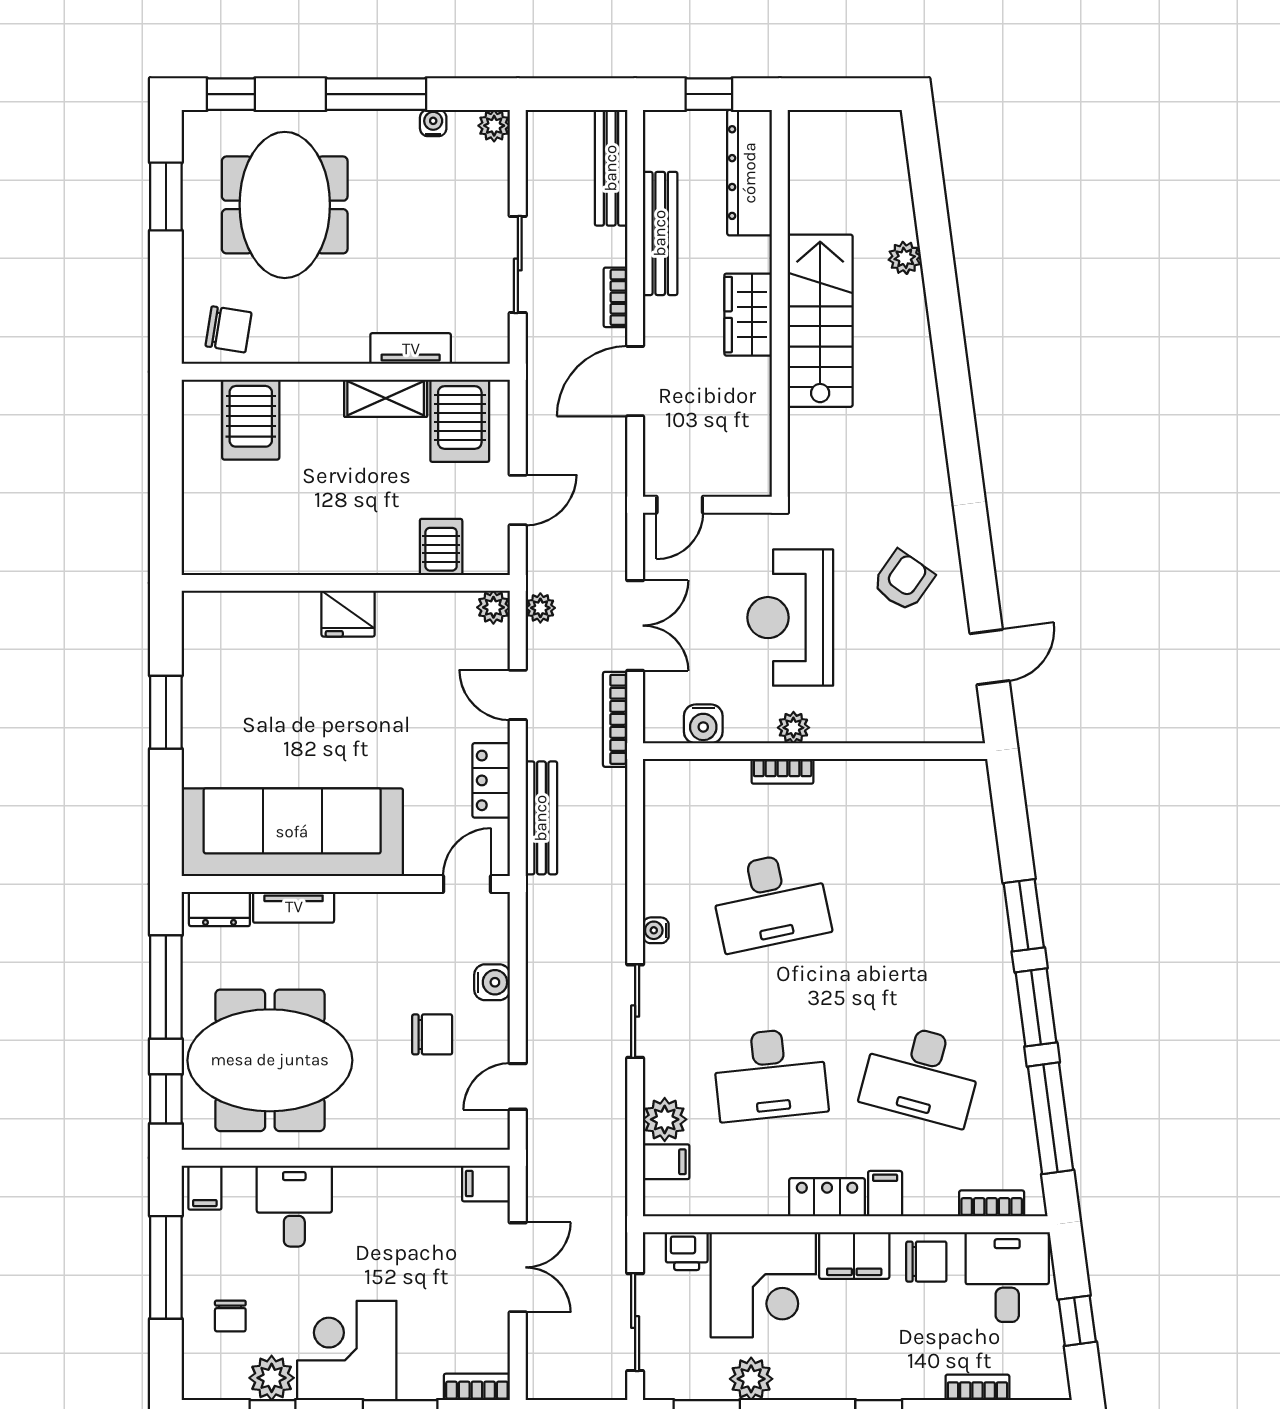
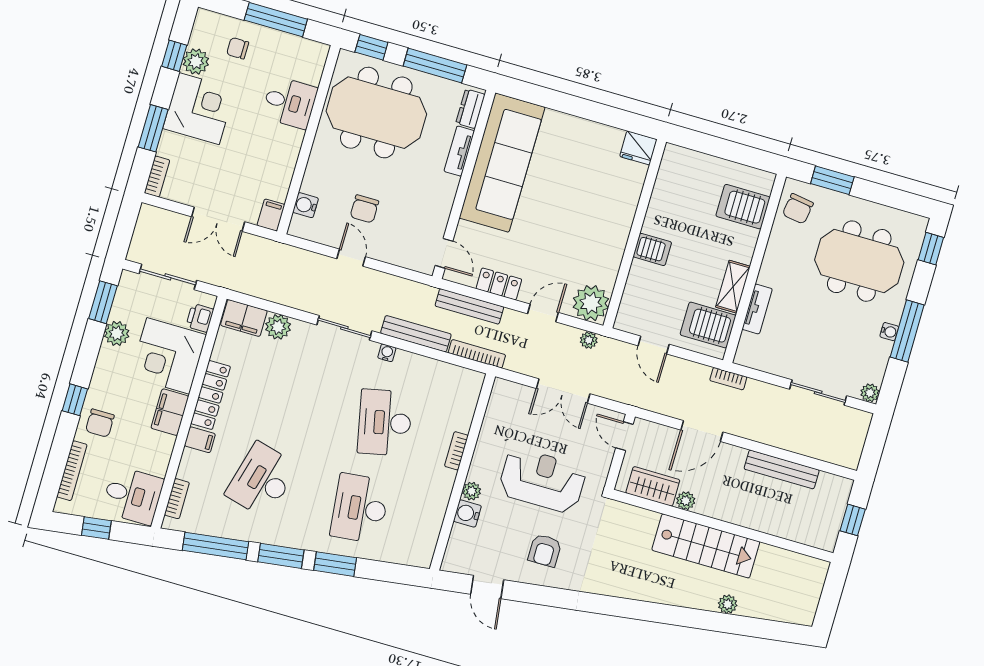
water cooler: (433, 123) -> (889, 332), moved
bench: (611, 168) -> (416, 334), moved
dresser: (750, 173) -> (801, 530), removed
window: (166, 197) -> (832, 180), moved
sliding door: (518, 265) -> (818, 392), moved
bookcase: (615, 297) -> (728, 379), moved, turned 180
wardrobe: (748, 315) -> (653, 486), moved
plant: (756, 375) -> (686, 501), added
door: (635, 381) -> (702, 431), swing flipped
server rack: (441, 547) -> (652, 249), moved
armchair: (903, 581) -> (545, 550), turned 55
plant: (493, 607) -> (591, 303), width x1.88, depth x1.88
fridge: (348, 614) -> (638, 148), moved, turned -90
window: (166, 712) -> (591, 111), removed
bookcase: (615, 719) -> (477, 354), moved
water cooler: (703, 724) -> (467, 513), moved
plant: (793, 728) -> (472, 491), moved
water cooler: (492, 982) -> (305, 205), moved, turned 90
meeting table: (270, 1060) -> (376, 113), turned 90
desk: (770, 1074) -> (360, 508), moved
door: (518, 1086) -> (351, 258), moved
filing cabinet: (666, 1162) -> (244, 318), width x2.00
filing cabinet: (205, 1188) -> (315, 55), removed
locker: (827, 1197) -> (211, 395), width x1.53
chair: (926, 1262) -> (100, 423), moved
bookcase: (977, 1387) -> (72, 471), width x1.56

